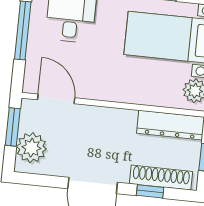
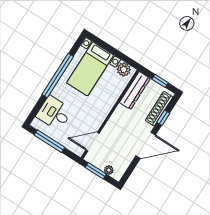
plant: (31, 148) -> (109, 170), width x0.53, depth x0.53

